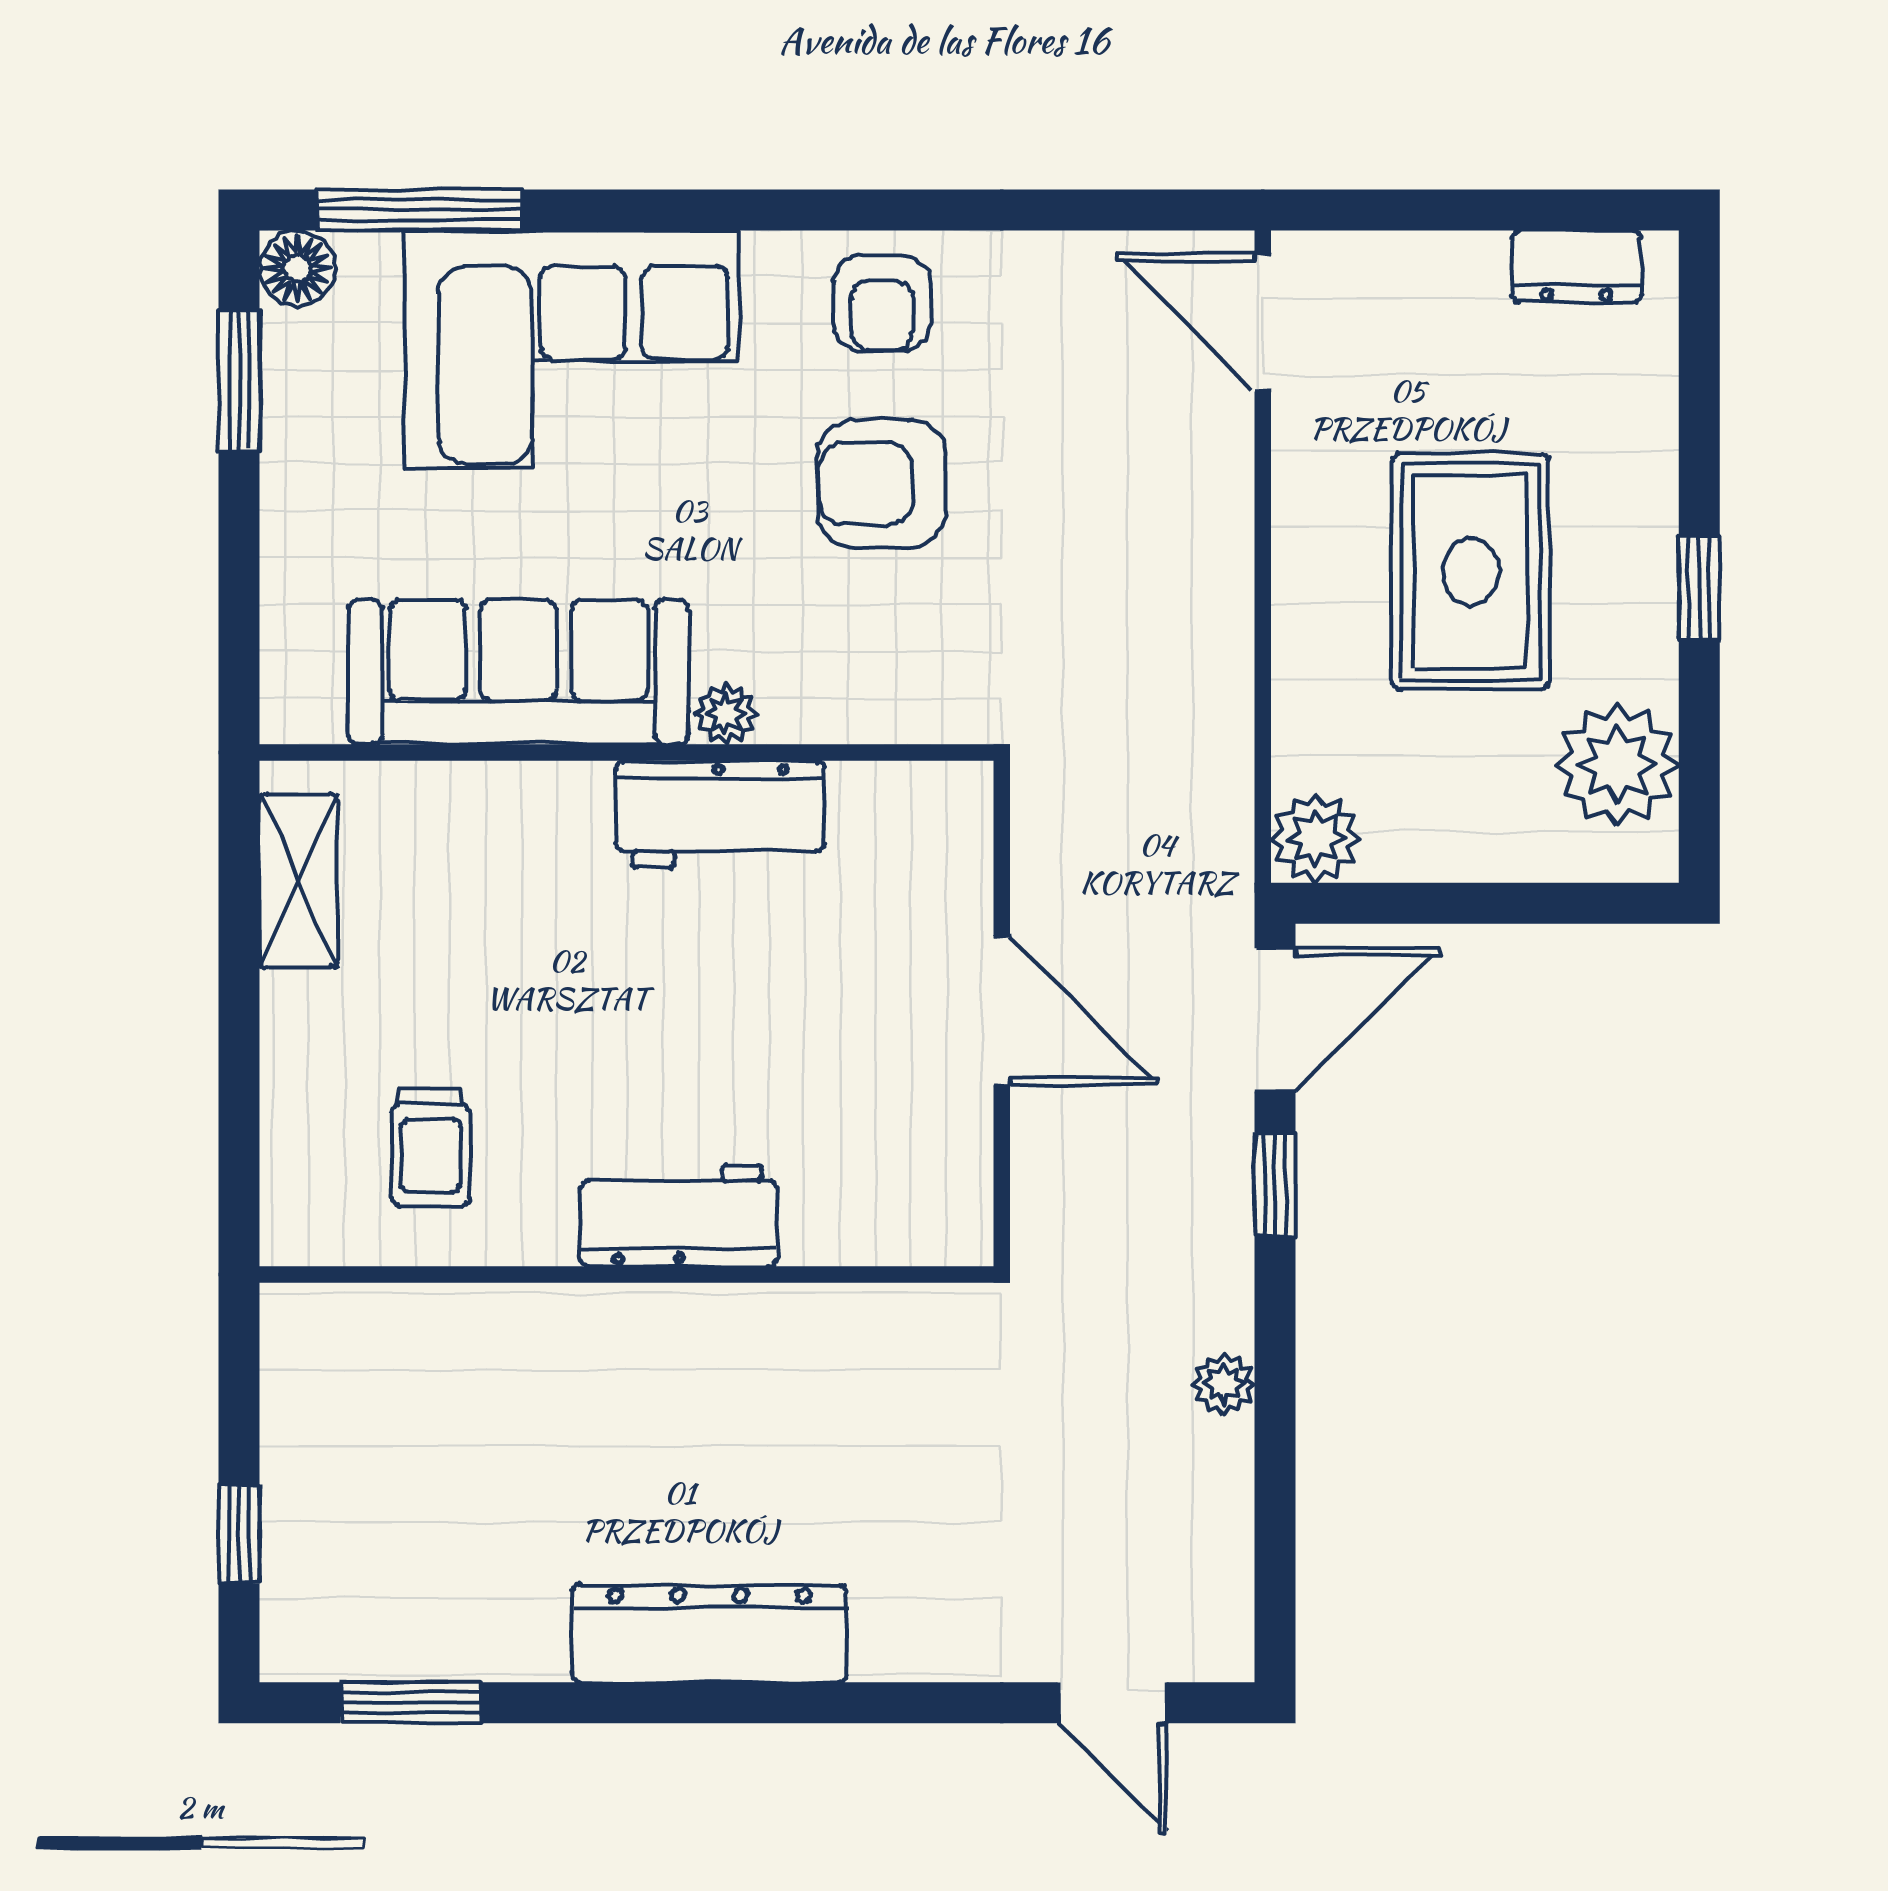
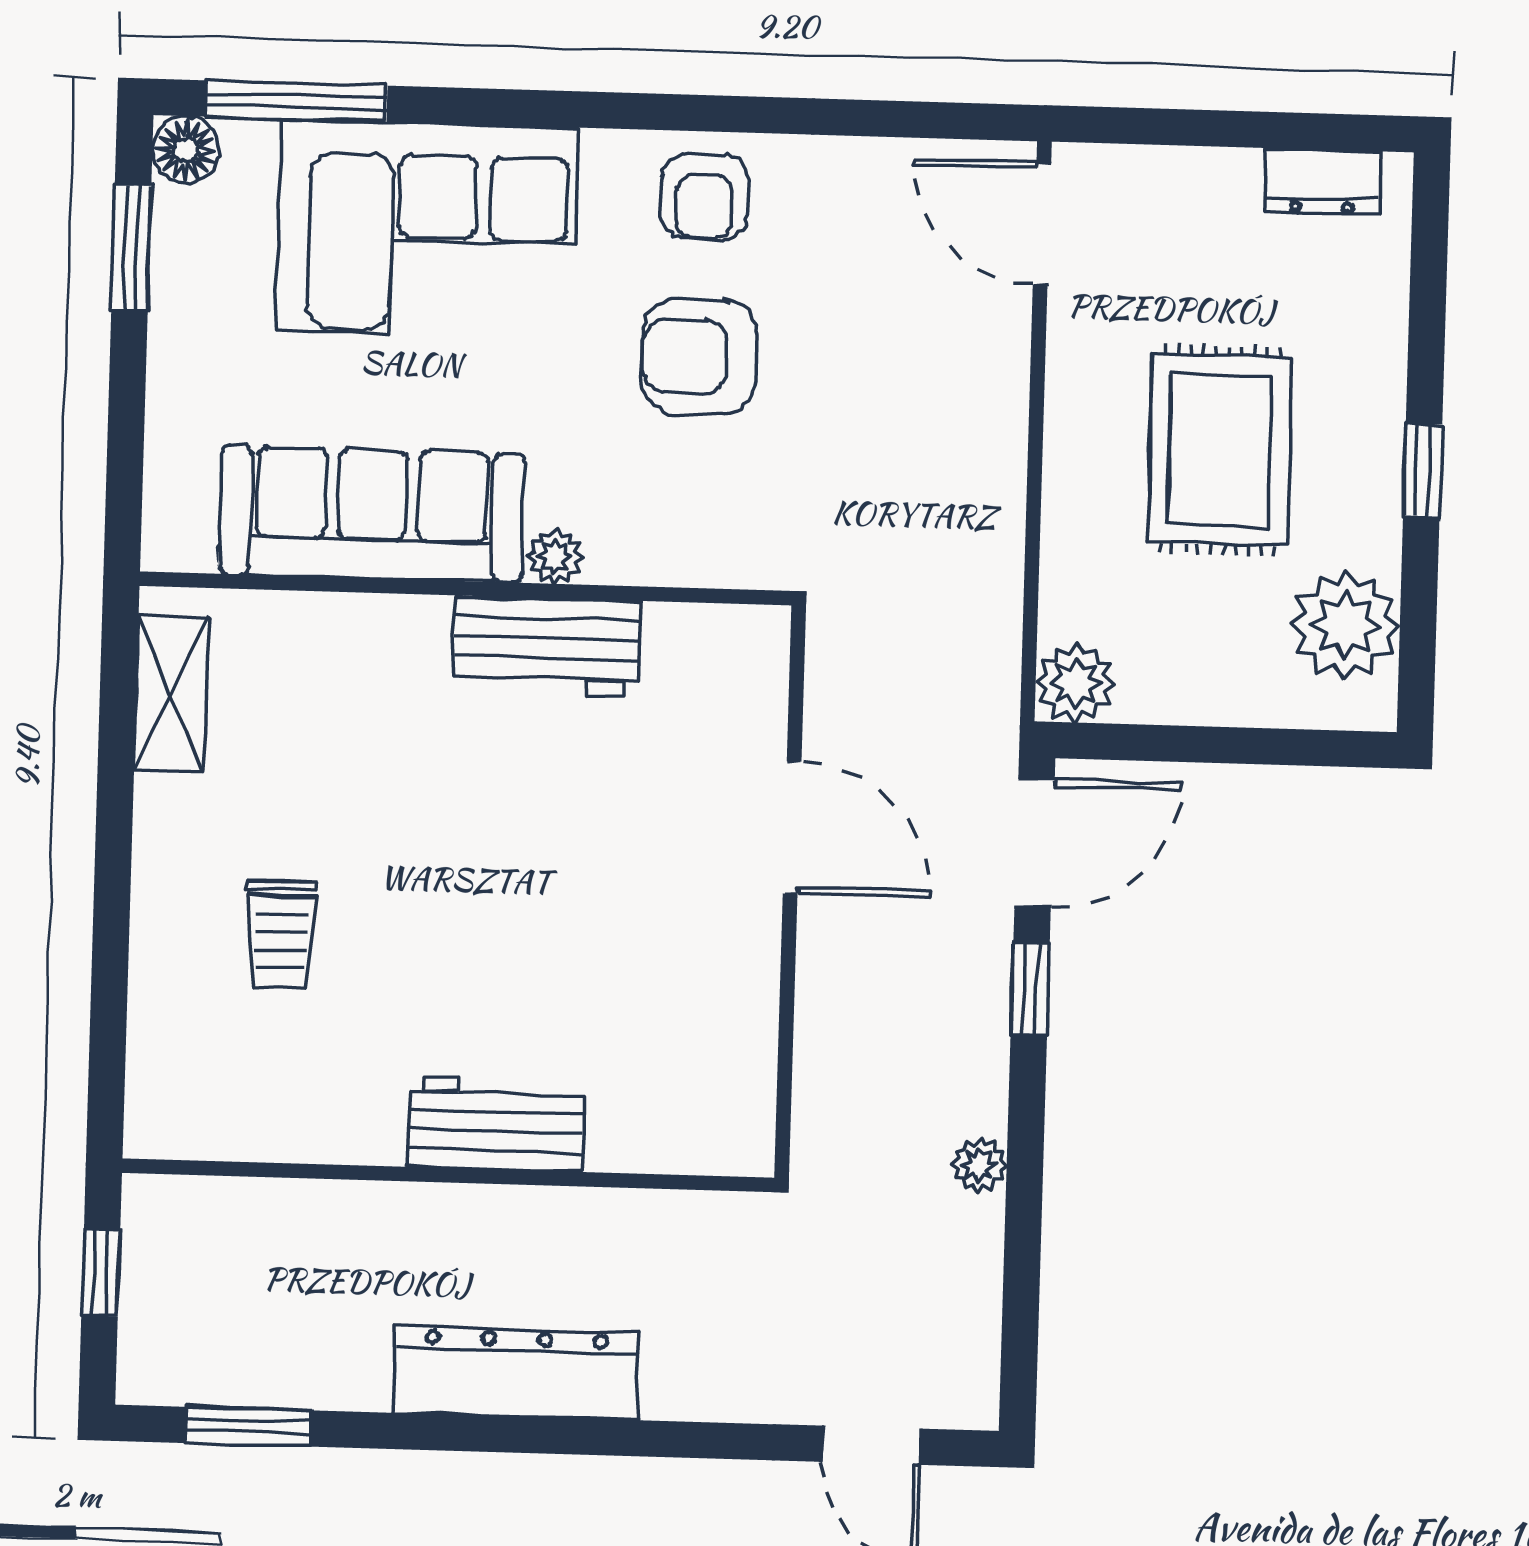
workbench: (678, 1215) -> (496, 1124), moved
wall: (627, 1274) -> (448, 1175), moved

